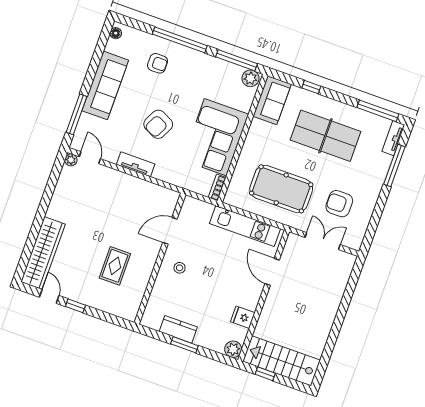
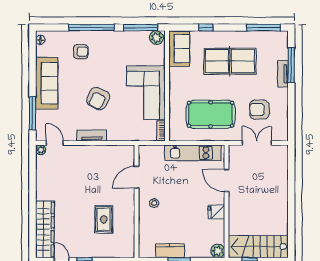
tv unit: (393, 138) -> (283, 74), moved
fridge: (243, 317) -> (216, 212), moved

